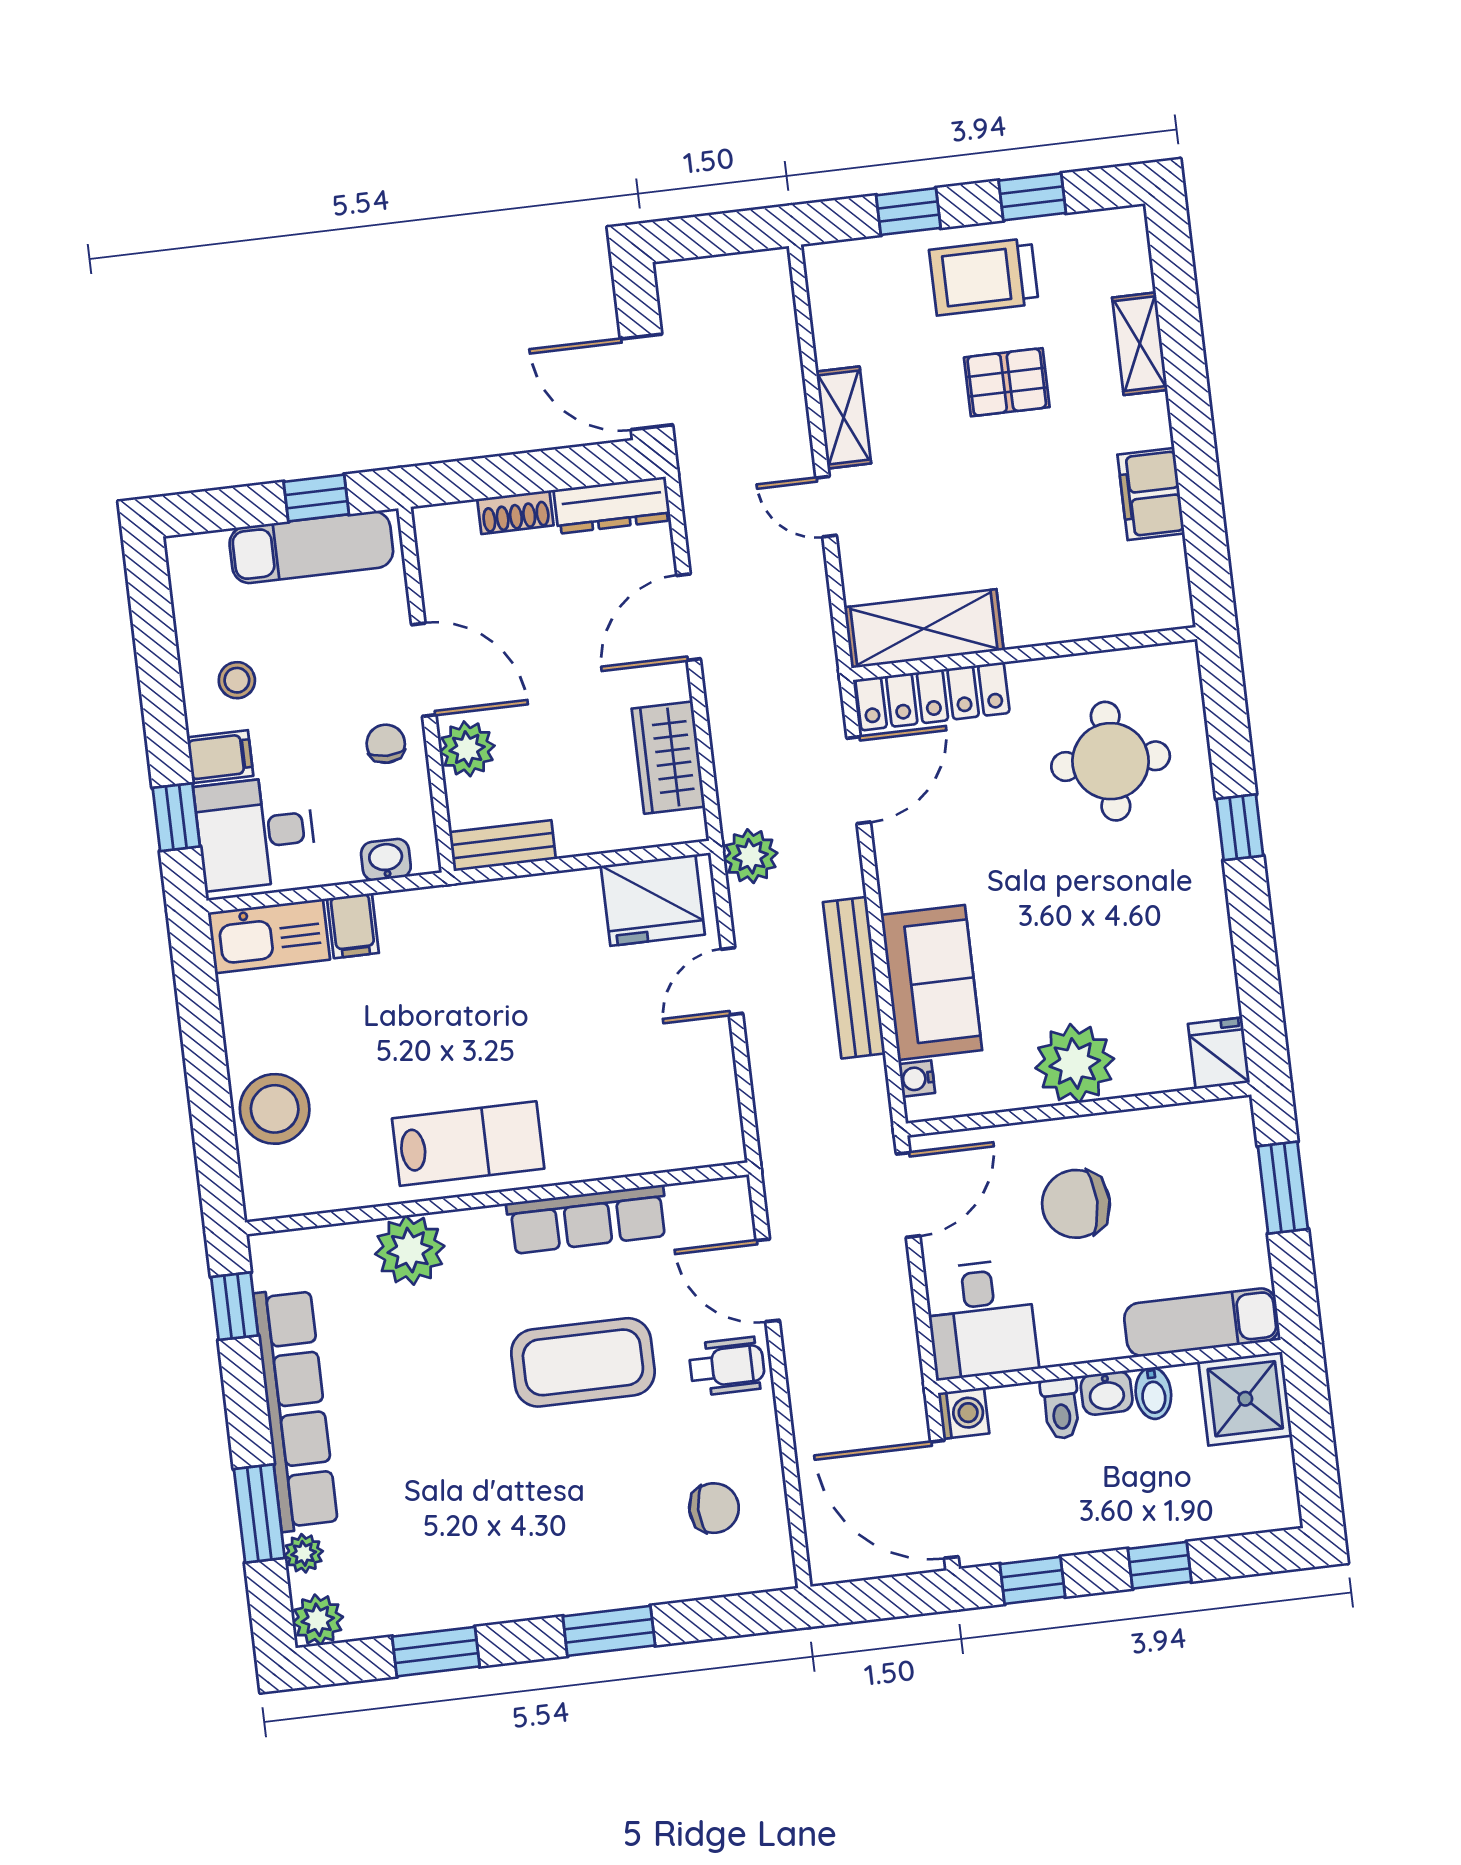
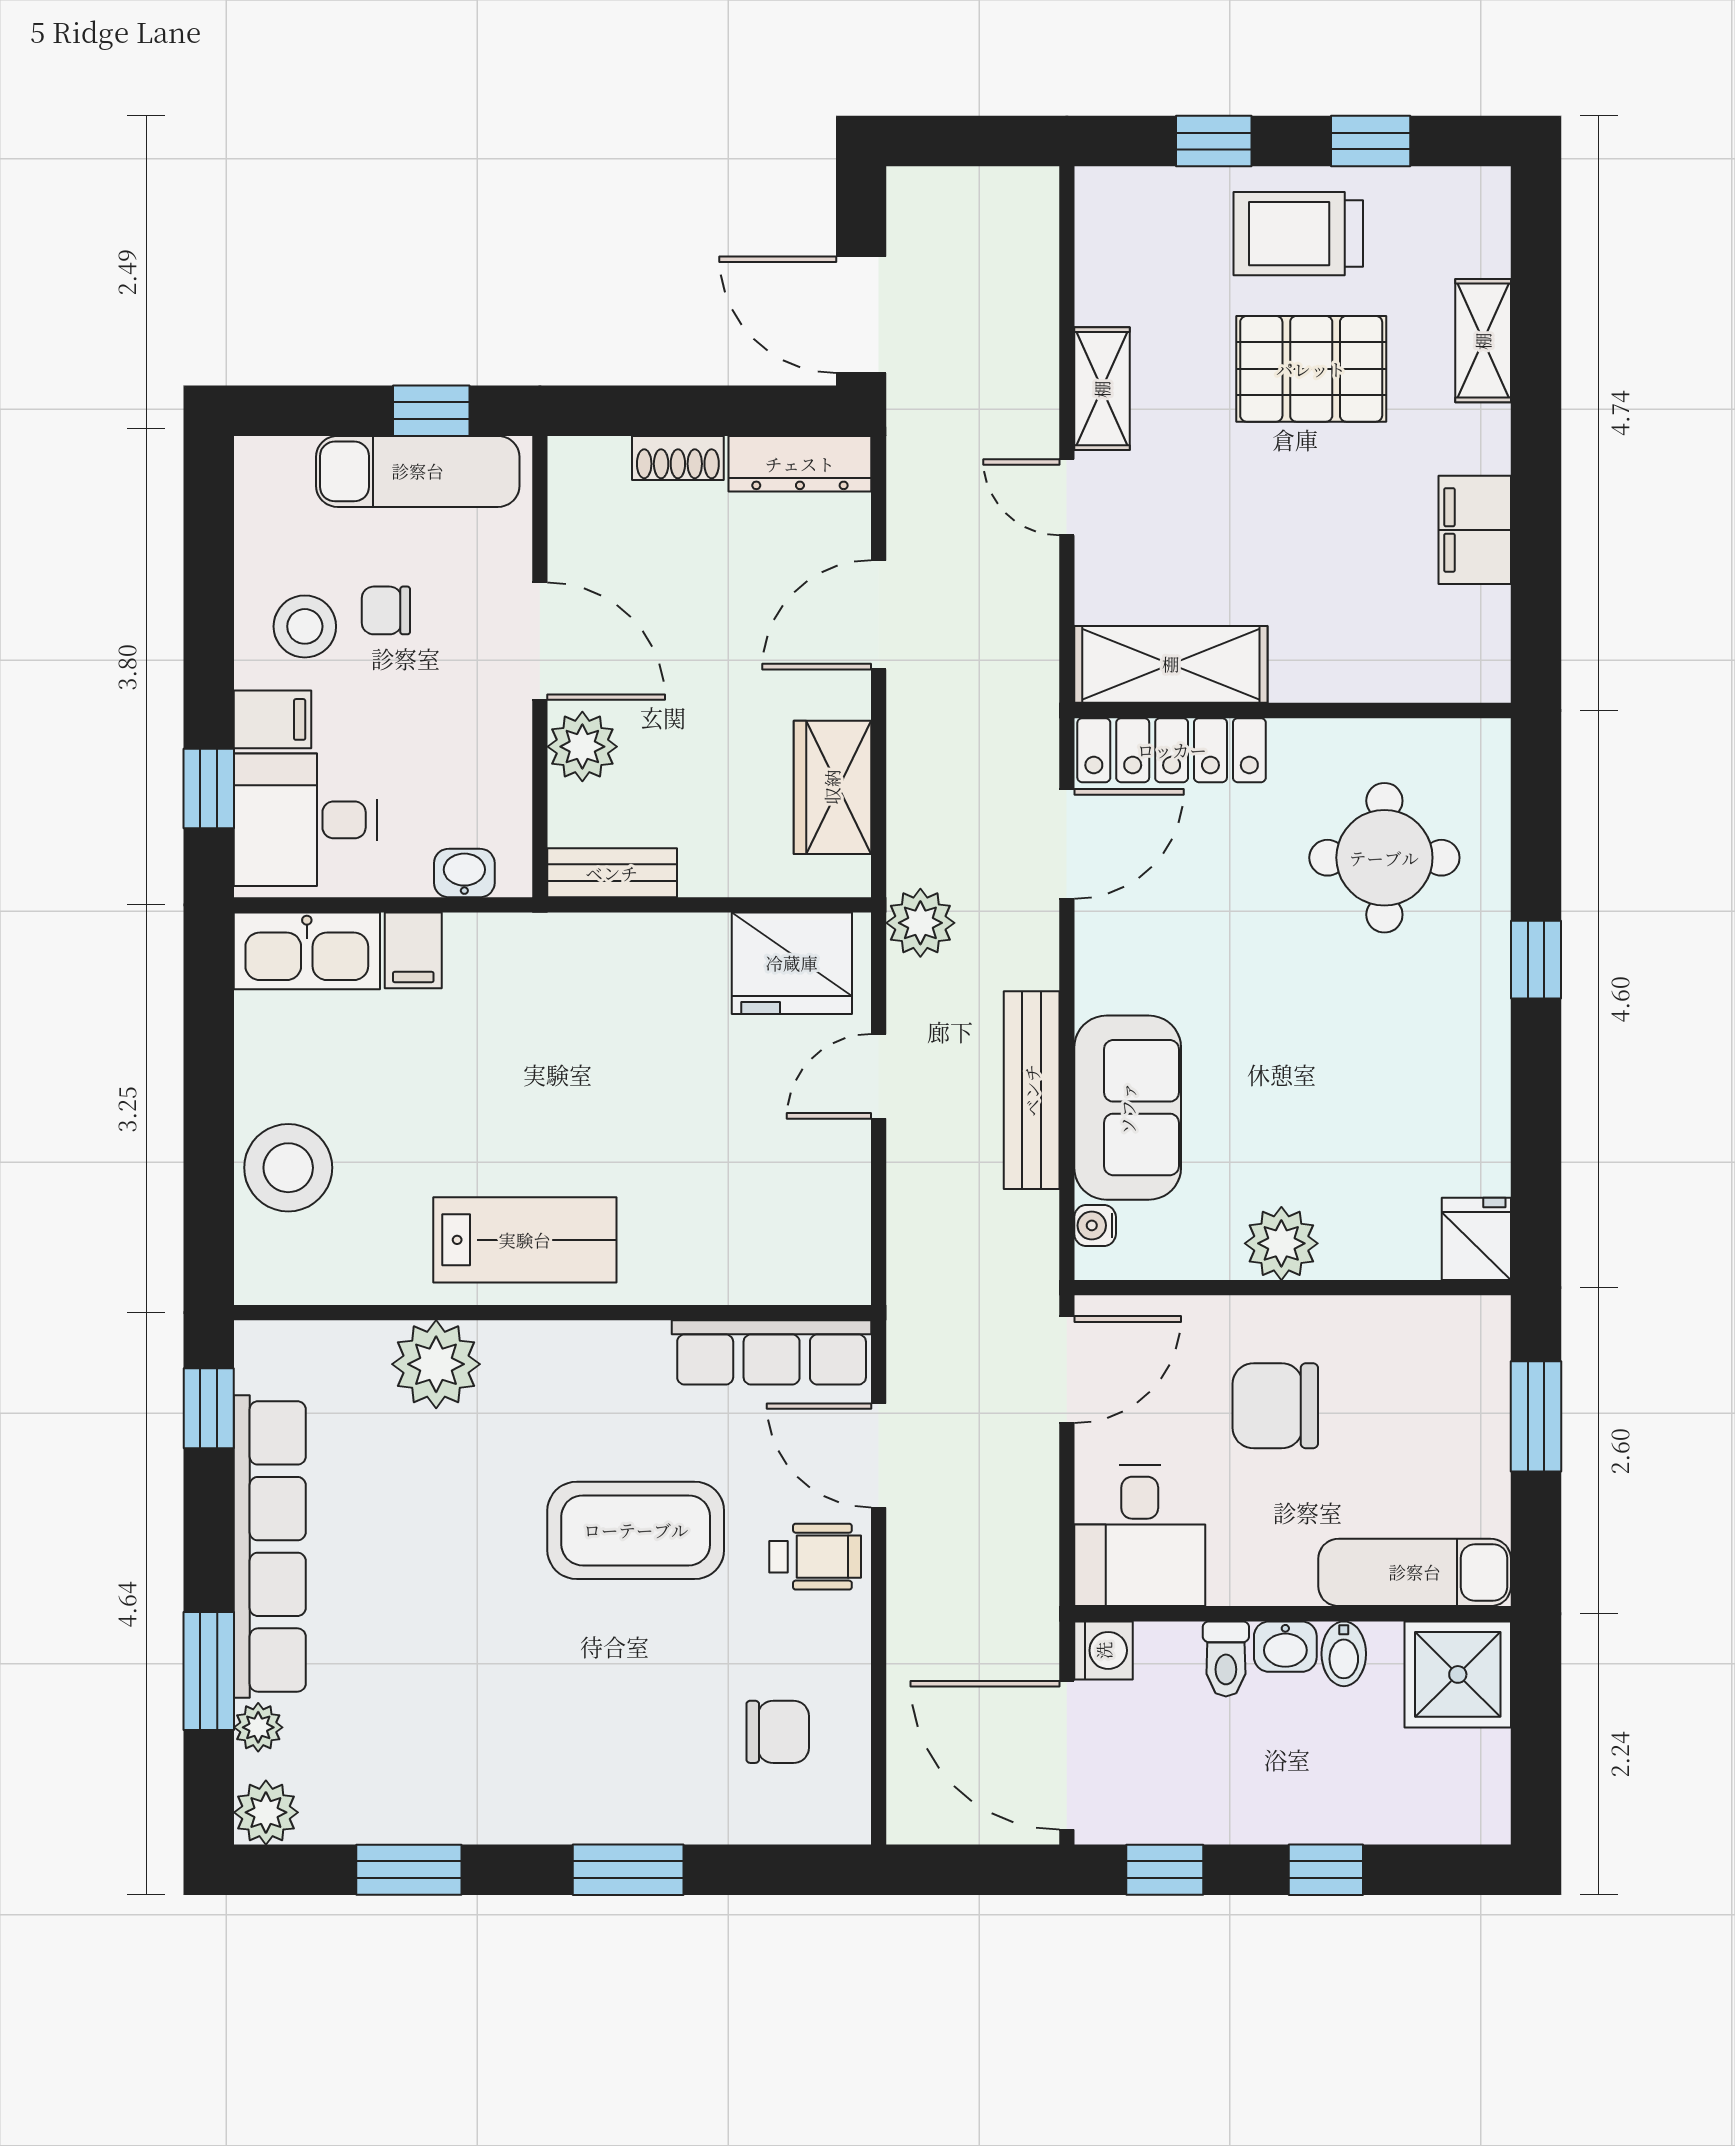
pallet: (1007, 382) -> (1311, 369), width x1.50, depth x1.42
stool: (237, 680) -> (305, 626), width x1.37, depth x1.37
chair: (386, 744) -> (386, 610), moved, turned -90
plant: (1075, 1063) -> (1281, 1243), width x0.73, depth x0.73
row of seats: (587, 1219) -> (772, 1352), moved

